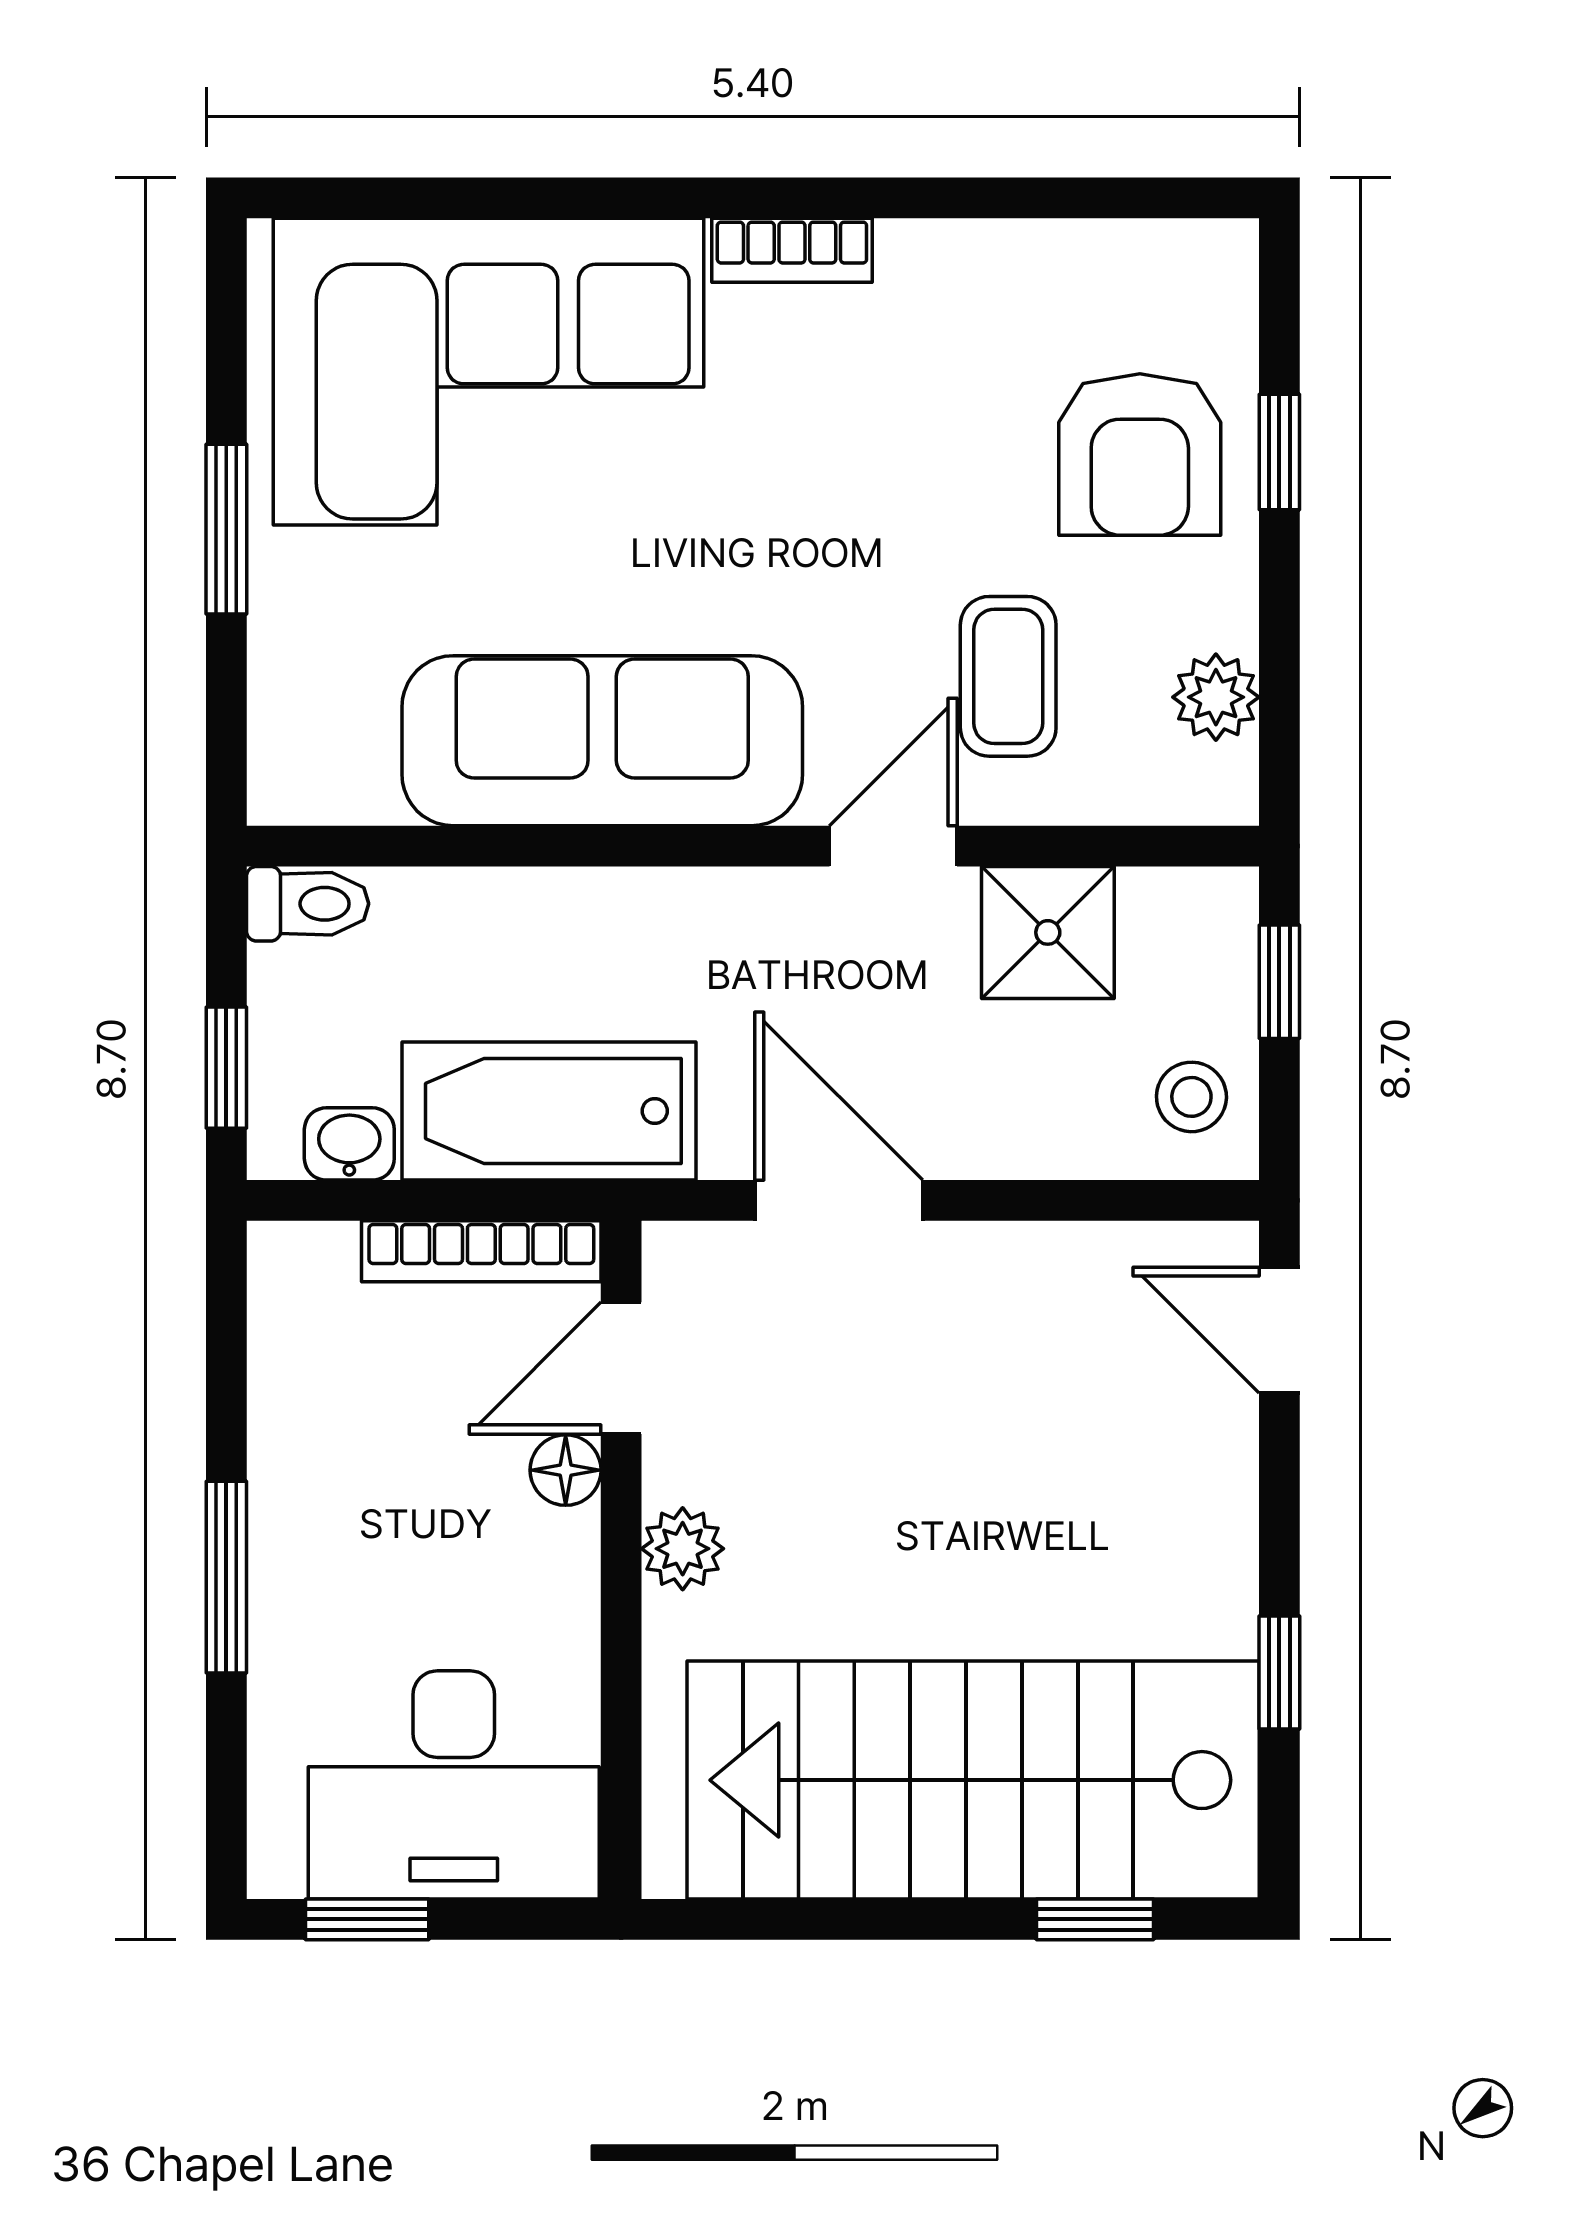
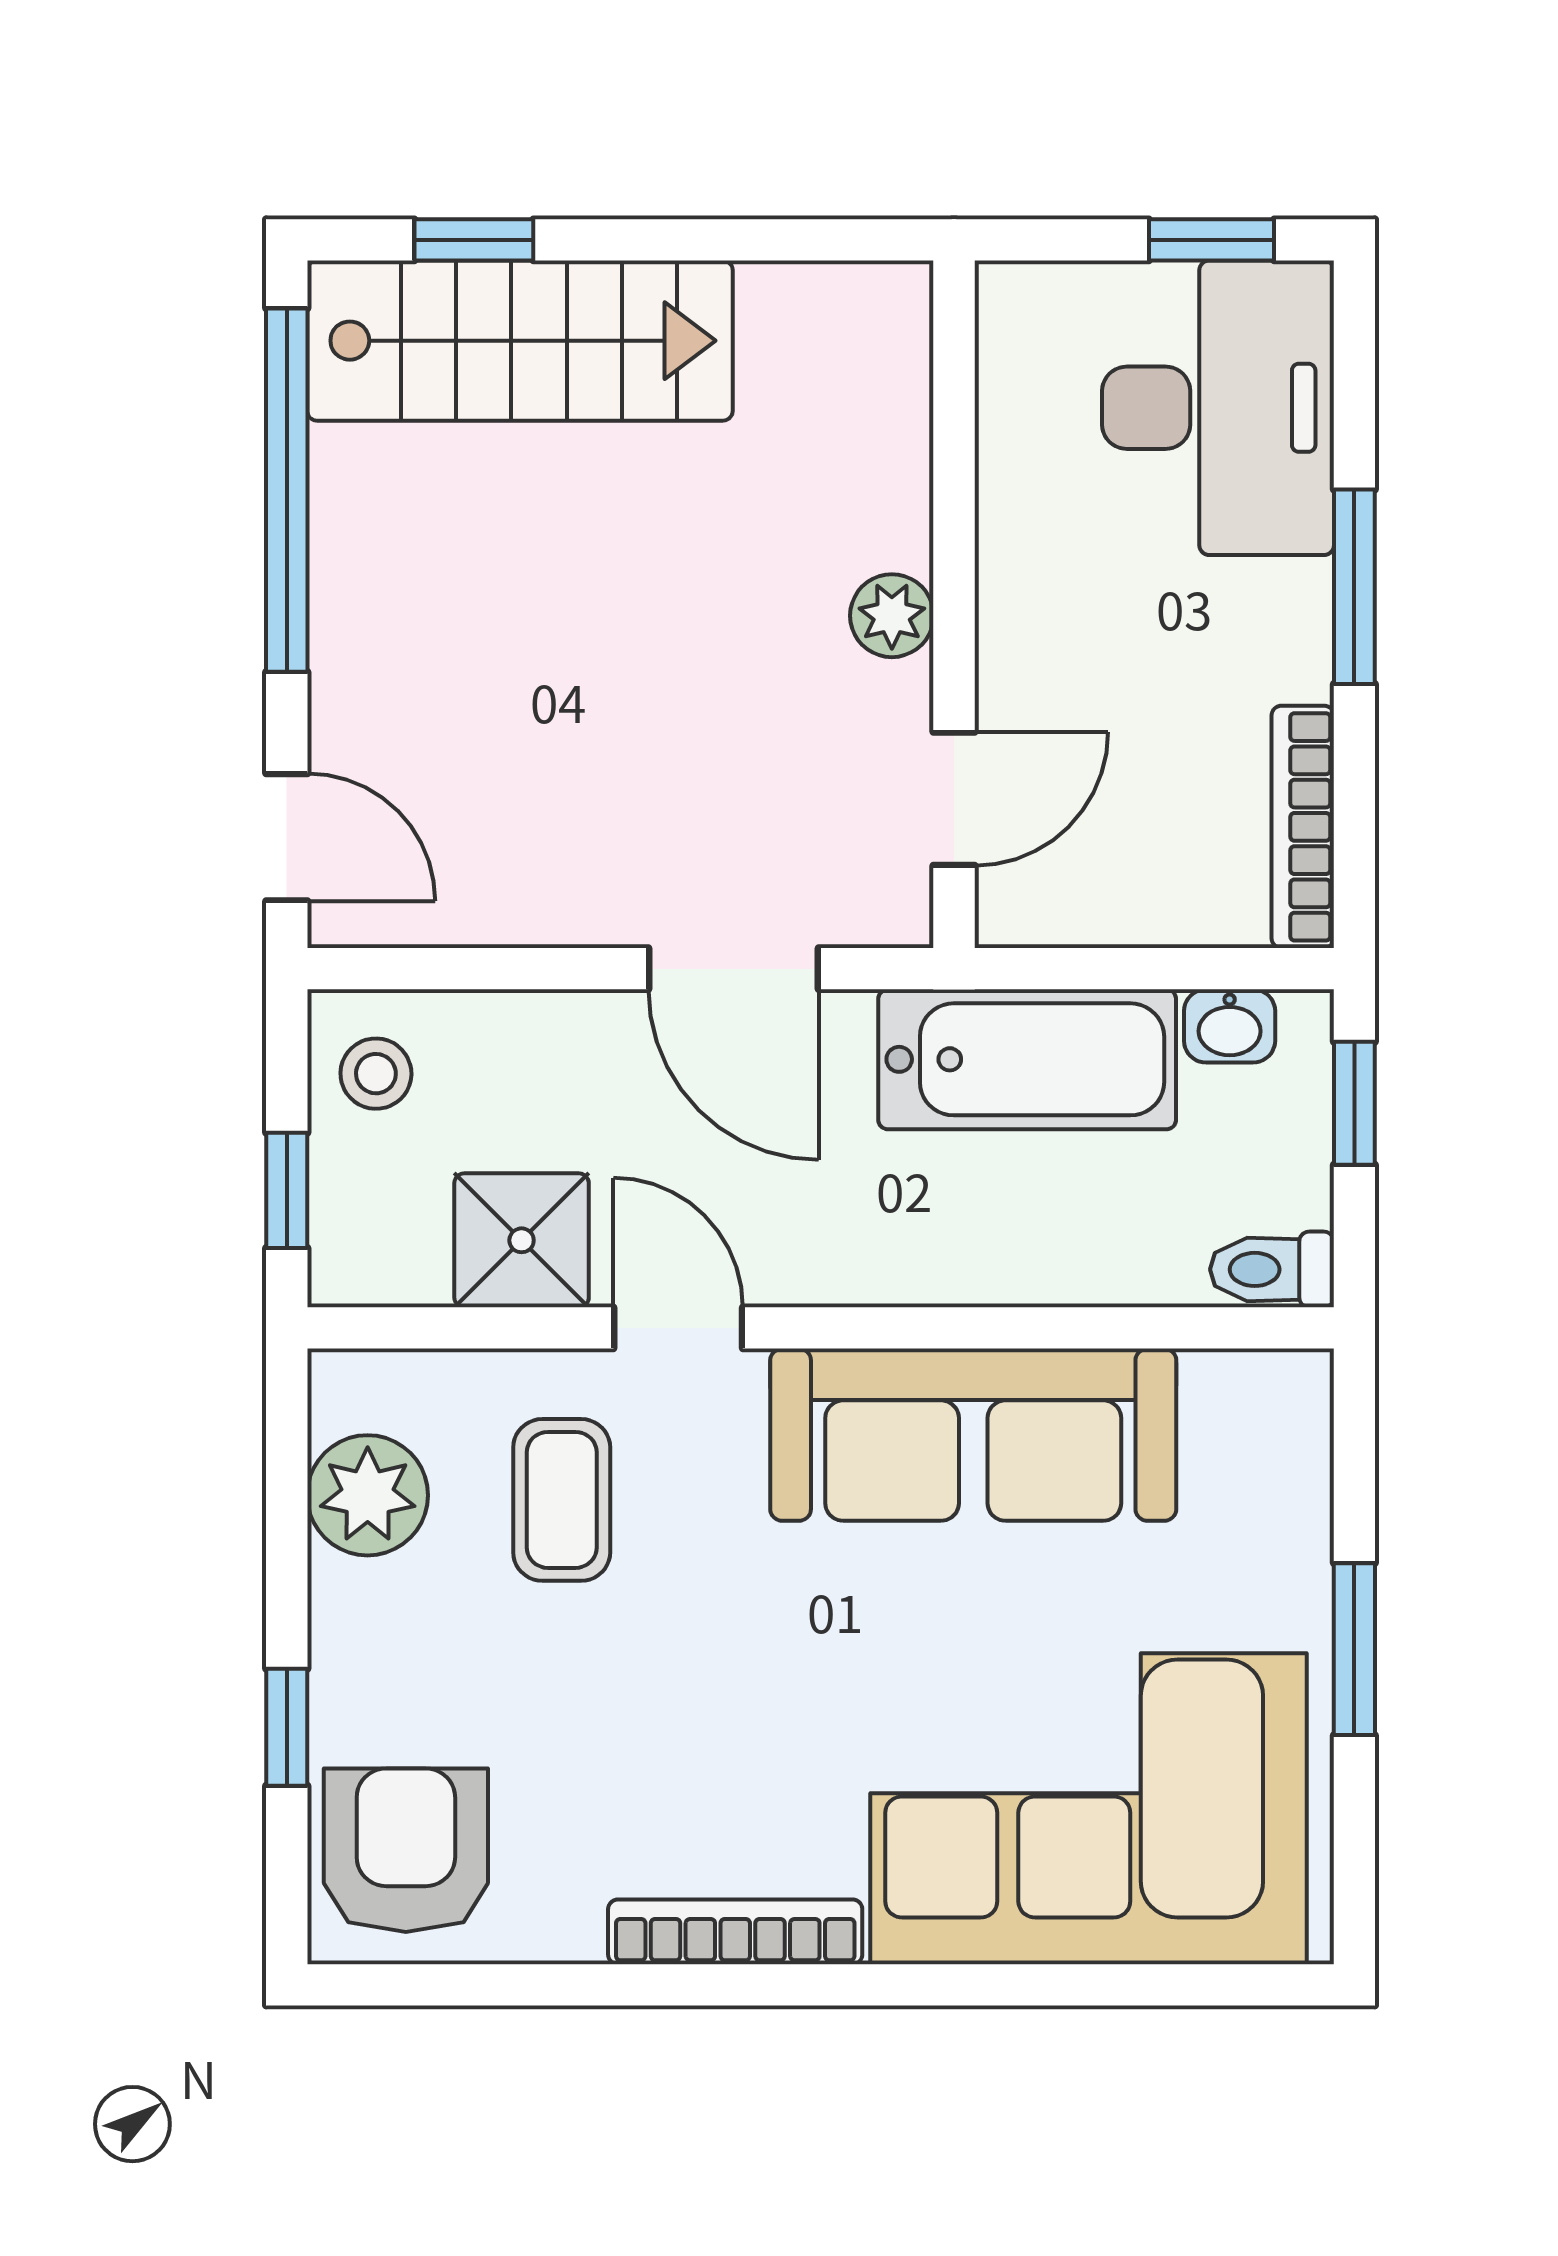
bookcase: (792, 250) -> (735, 1932), width x1.56
armchair: (1140, 455) -> (406, 1850), moved
plant: (1216, 697) -> (368, 1495), width x1.38, depth x1.38
door: (893, 846) -> (678, 1328), swing flipped
bookcase: (481, 1251) -> (1303, 827), moved, turned -90
floor lamp: (566, 1470) -> (1010, 695), removed
window: (1279, 1673) -> (287, 490), width x3.17
stairs: (973, 1780) -> (520, 341), width x0.73, depth x0.66
desk: (454, 1785) -> (1218, 408), moved, turned 90

